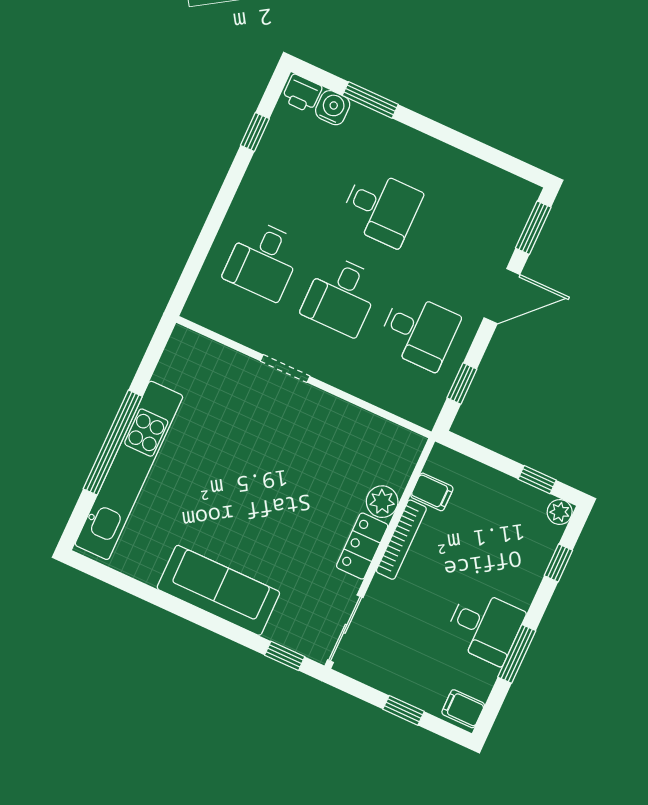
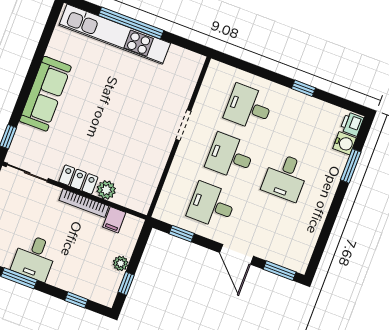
window: (255, 132) -> (303, 88), moved
desk: (419, 331) -> (212, 205), turned 90
plant: (560, 512) -> (121, 263), moved

